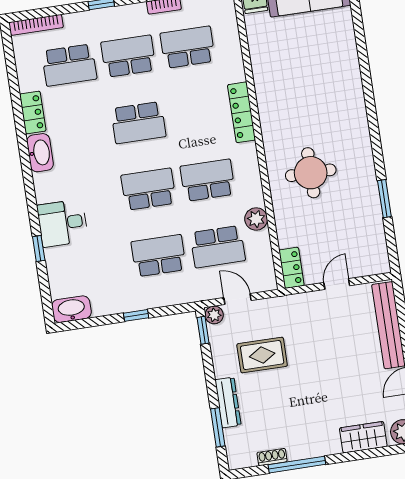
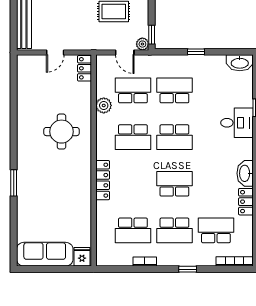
window: (384, 199) -> (14, 183), moved
school desk: (159, 256) -> (174, 90), turned 180

